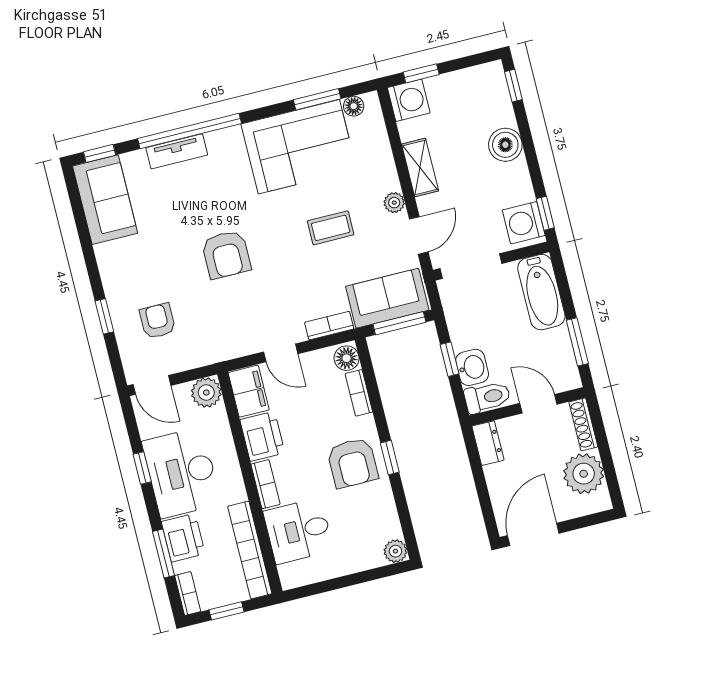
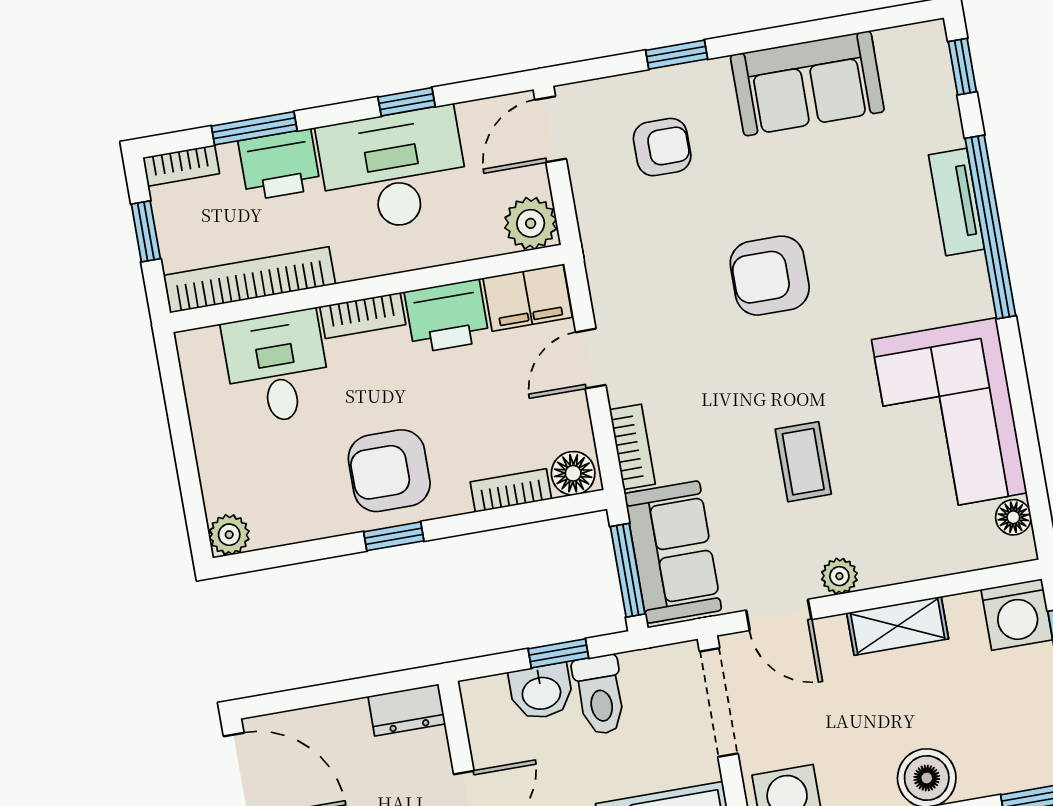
window: (317, 99) -> (1030, 454), removed
sofa: (105, 200) -> (807, 83), moved
toilet: (487, 397) -> (600, 695), moved

